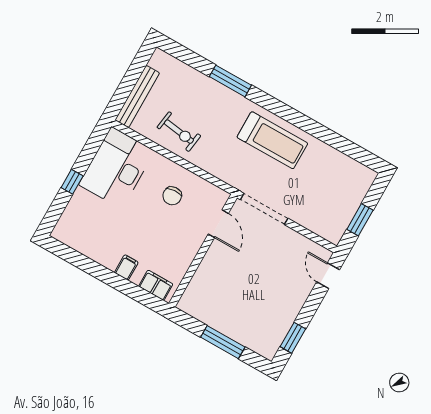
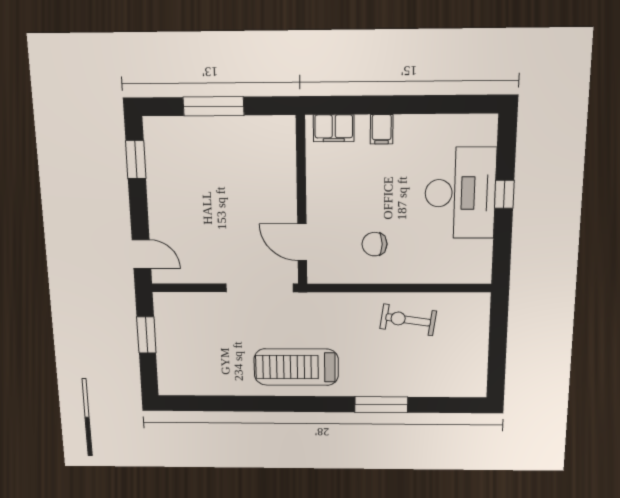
bench: (137, 97) -> (479, 332), removed
desk: (117, 168) -> (460, 193), moved
chair: (172, 196) -> (374, 244), turned -86

